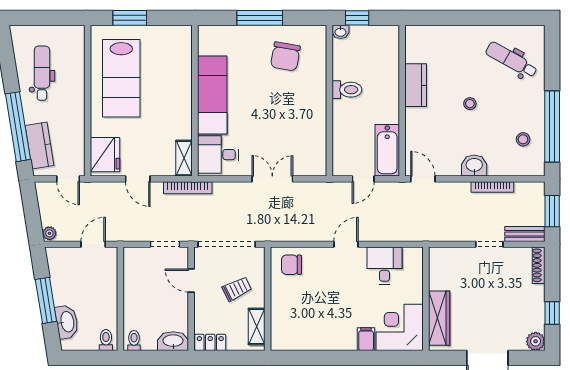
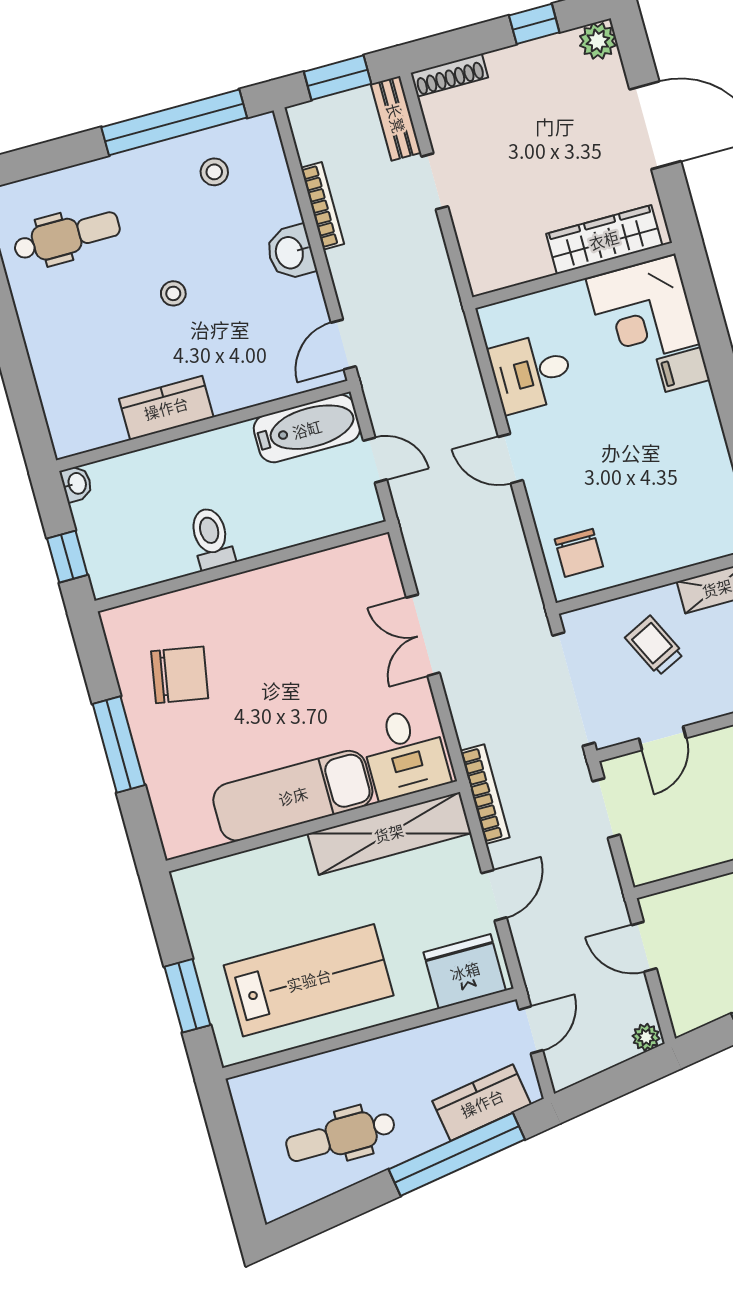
washbasin: (340, 32) -> (76, 484), moved
dental chair: (511, 60) -> (67, 236), turned -119
shelving: (184, 158) -> (389, 833), width x2.20, depth x1.33

